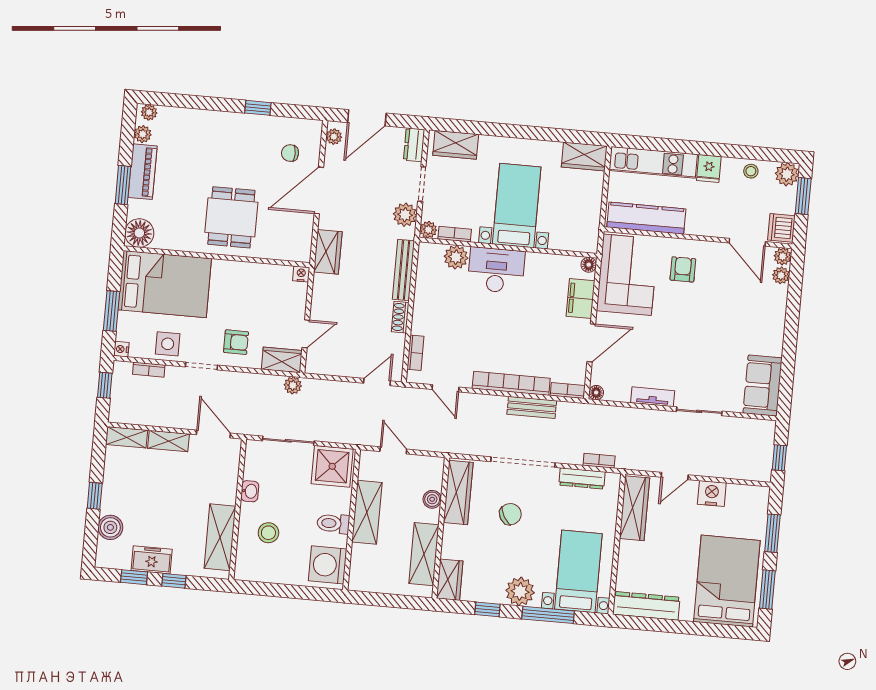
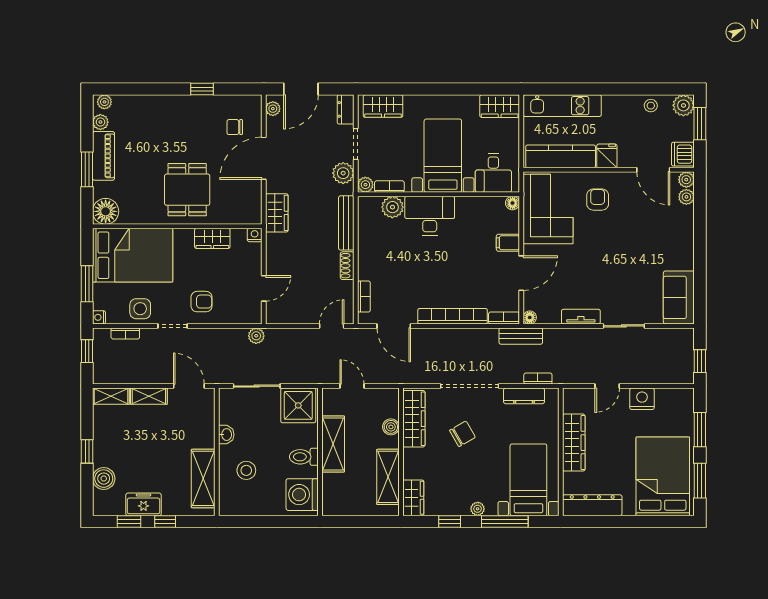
fridge: (709, 169) -> (607, 156), moved, turned 180
desk: (571, 230) -> (493, 173), added
filing cabinet: (580, 299) -> (508, 243), width x0.50
wardrobe: (282, 360) -> (212, 238), moved, turned 180
door: (445, 388) -> (394, 326), width x1.38
bench: (532, 407) -> (521, 336), moved
wardrobe: (635, 508) -> (574, 443), moved
plant: (520, 591) -> (478, 509), width x0.53, depth x0.53

